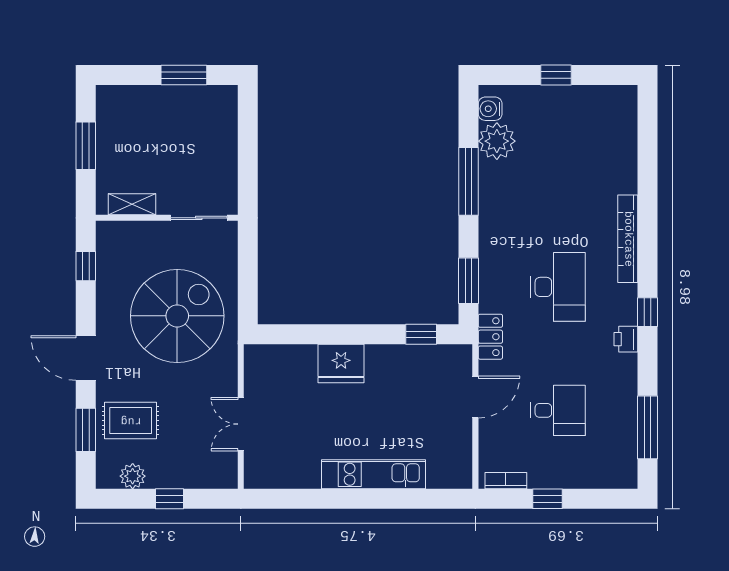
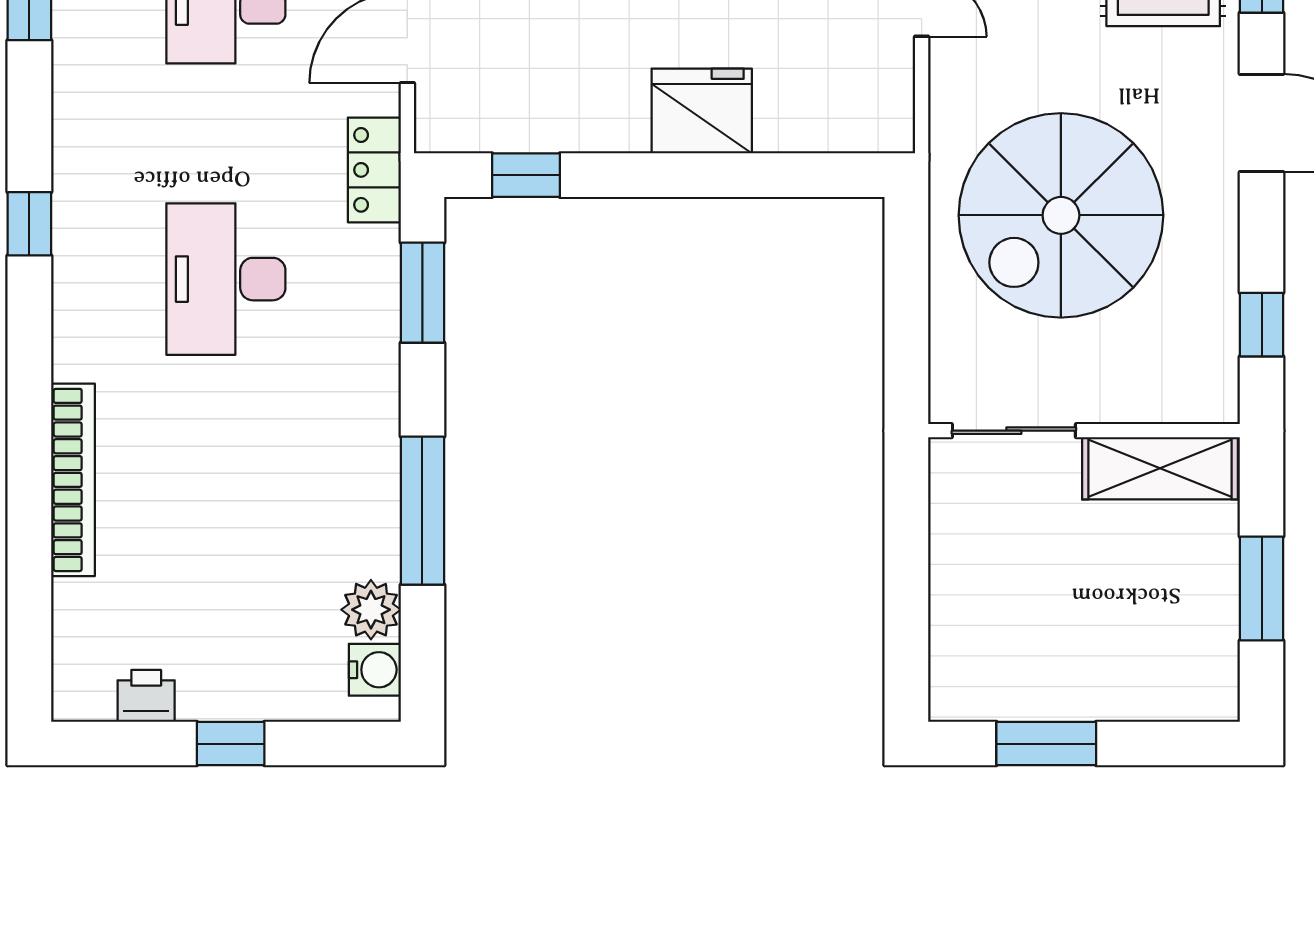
plant: (497, 141) -> (371, 610), width x0.73, depth x0.73
shelving: (132, 204) -> (1160, 468), width x1.50, depth x1.33
bookcase: (628, 239) -> (73, 480), moved
printer: (626, 339) -> (146, 696), moved, turned -90

